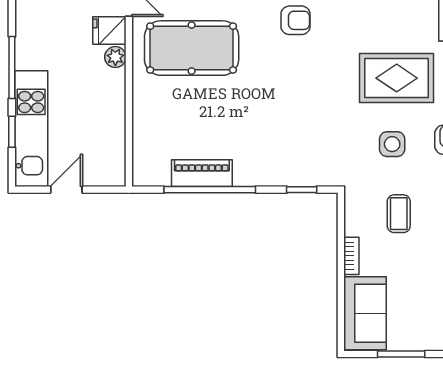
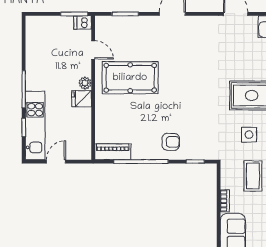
armchair: (295, 20) -> (171, 142), moved
fridge: (109, 31) -> (82, 99), moved
piano: (202, 173) -> (113, 152), moved
coffee table: (399, 214) -> (253, 176), width x1.36, depth x1.30

